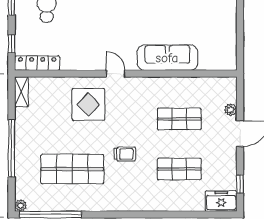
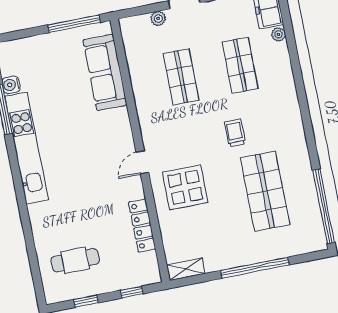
window: (240, 40) -> (74, 24), added
sofa: (167, 58) -> (105, 72), moved
locker: (37, 63) -> (142, 226), moved
plant: (21, 205) -> (279, 34), moved

